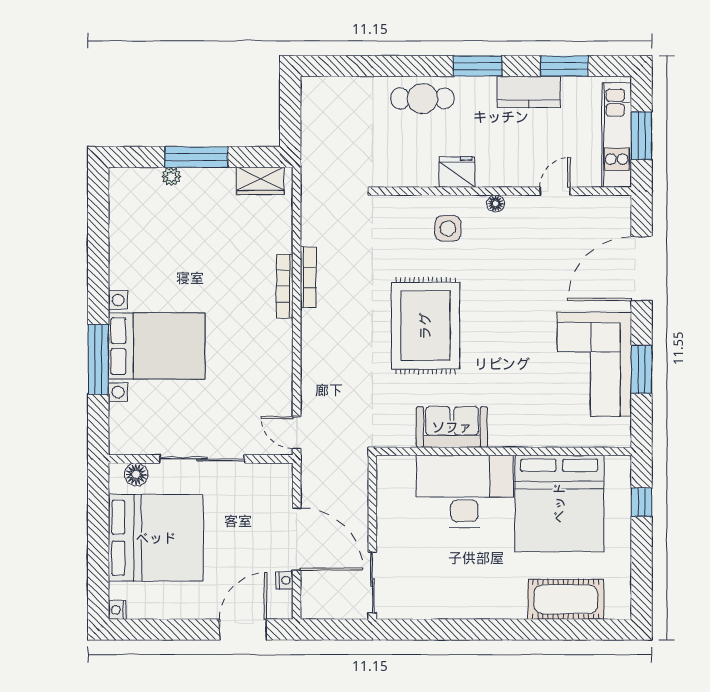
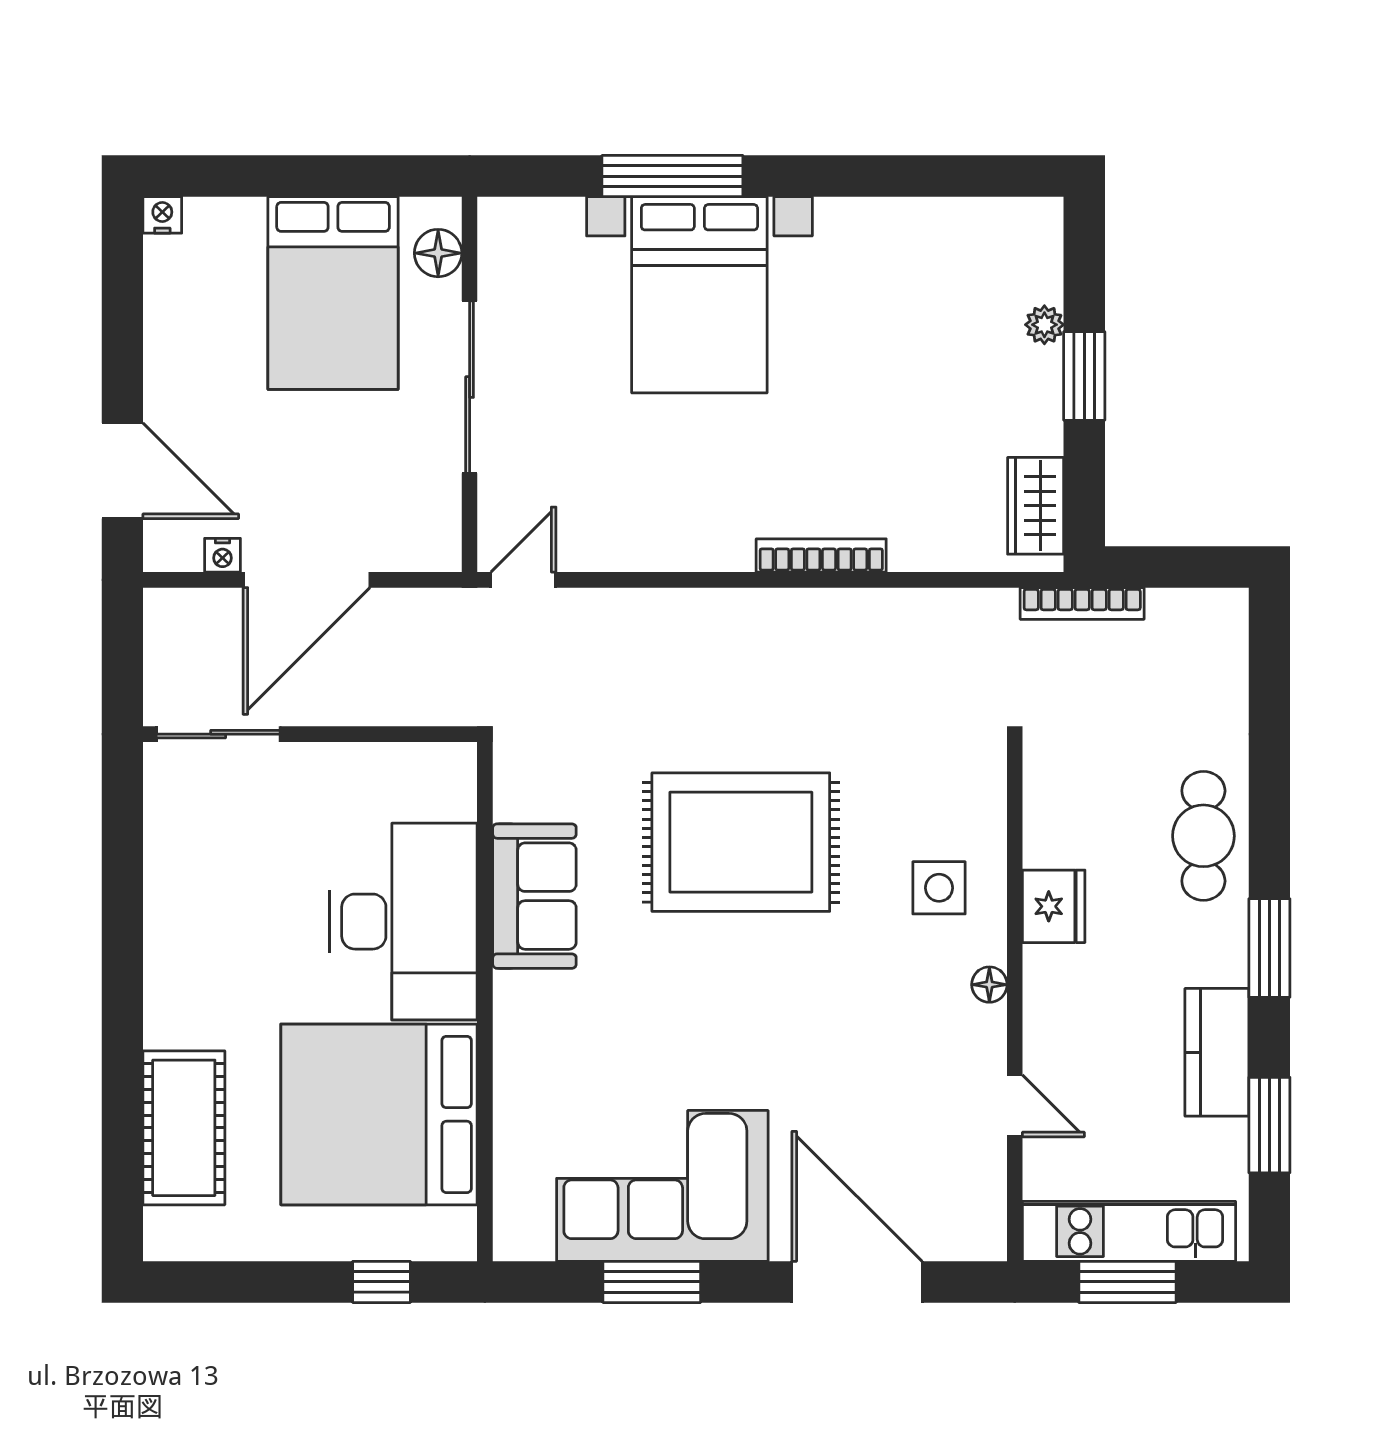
window: (196, 157) -> (1084, 376), width x0.69
bookcase: (308, 277) -> (1082, 603), moved
bed: (156, 538) -> (333, 293), width x0.73

